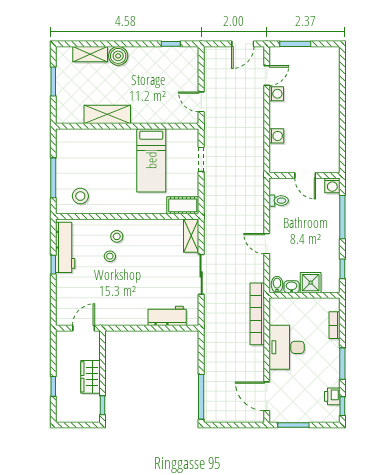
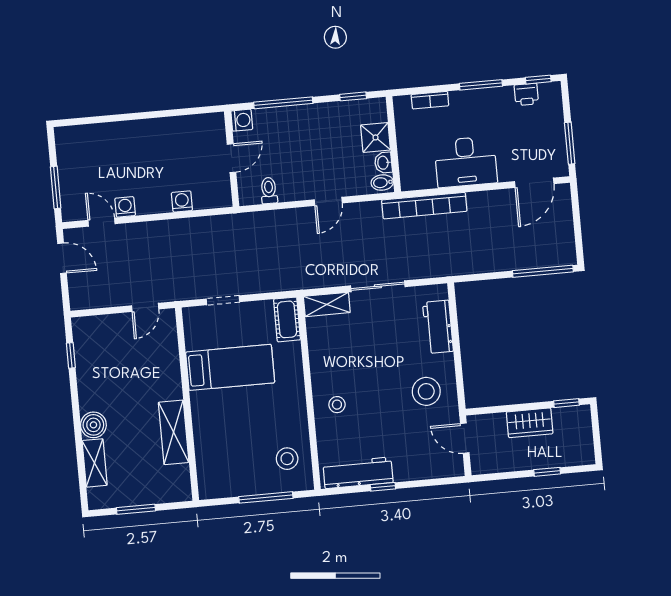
stool: (110, 256) -> (426, 391), moved, width x1.89, depth x1.89

